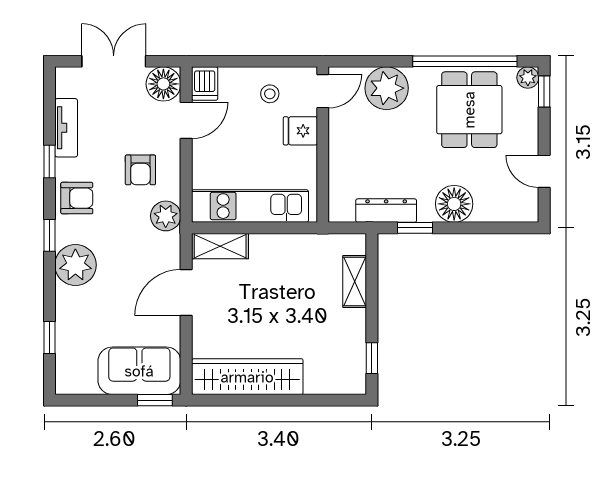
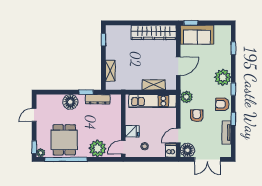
door: (544, 171) -> (34, 115), swing flipped
shelving: (220, 246) -> (154, 85), moved

